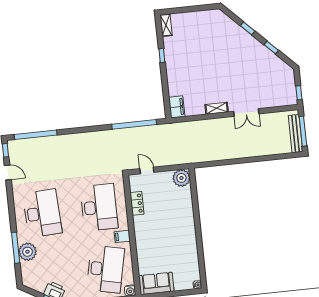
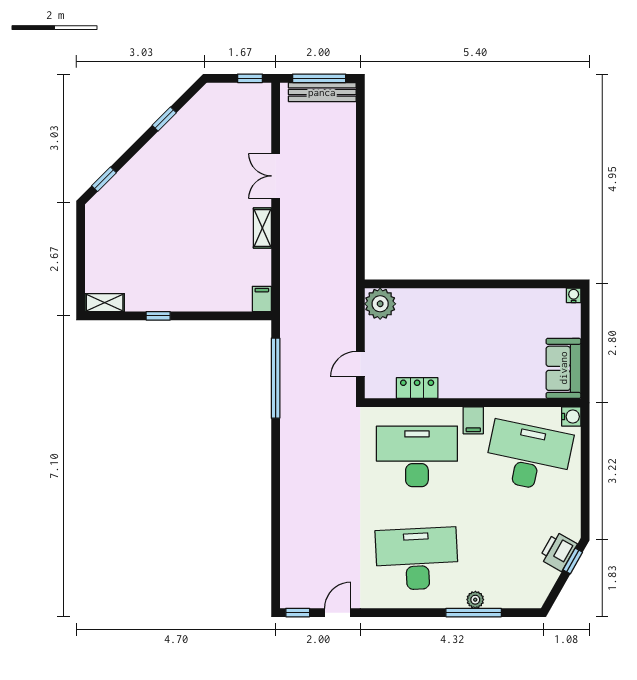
window: (248, 28) -> (104, 179), moved
filing cabinet: (177, 107) -> (262, 299), width x0.50
double door: (246, 113) -> (276, 176), swing flipped
window: (36, 135) -> (276, 556), removed
plant: (27, 252) -> (475, 600), width x0.53, depth x0.53

